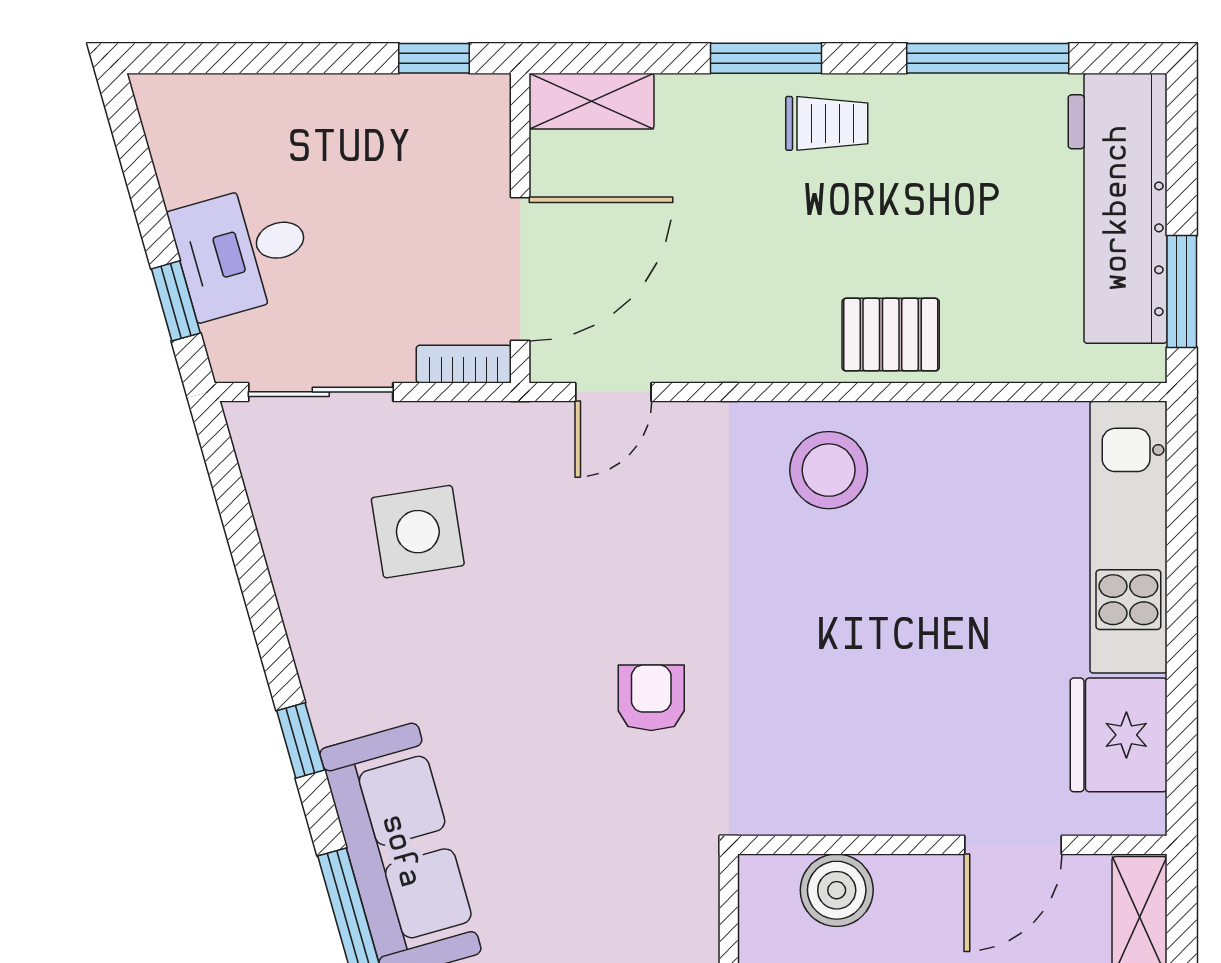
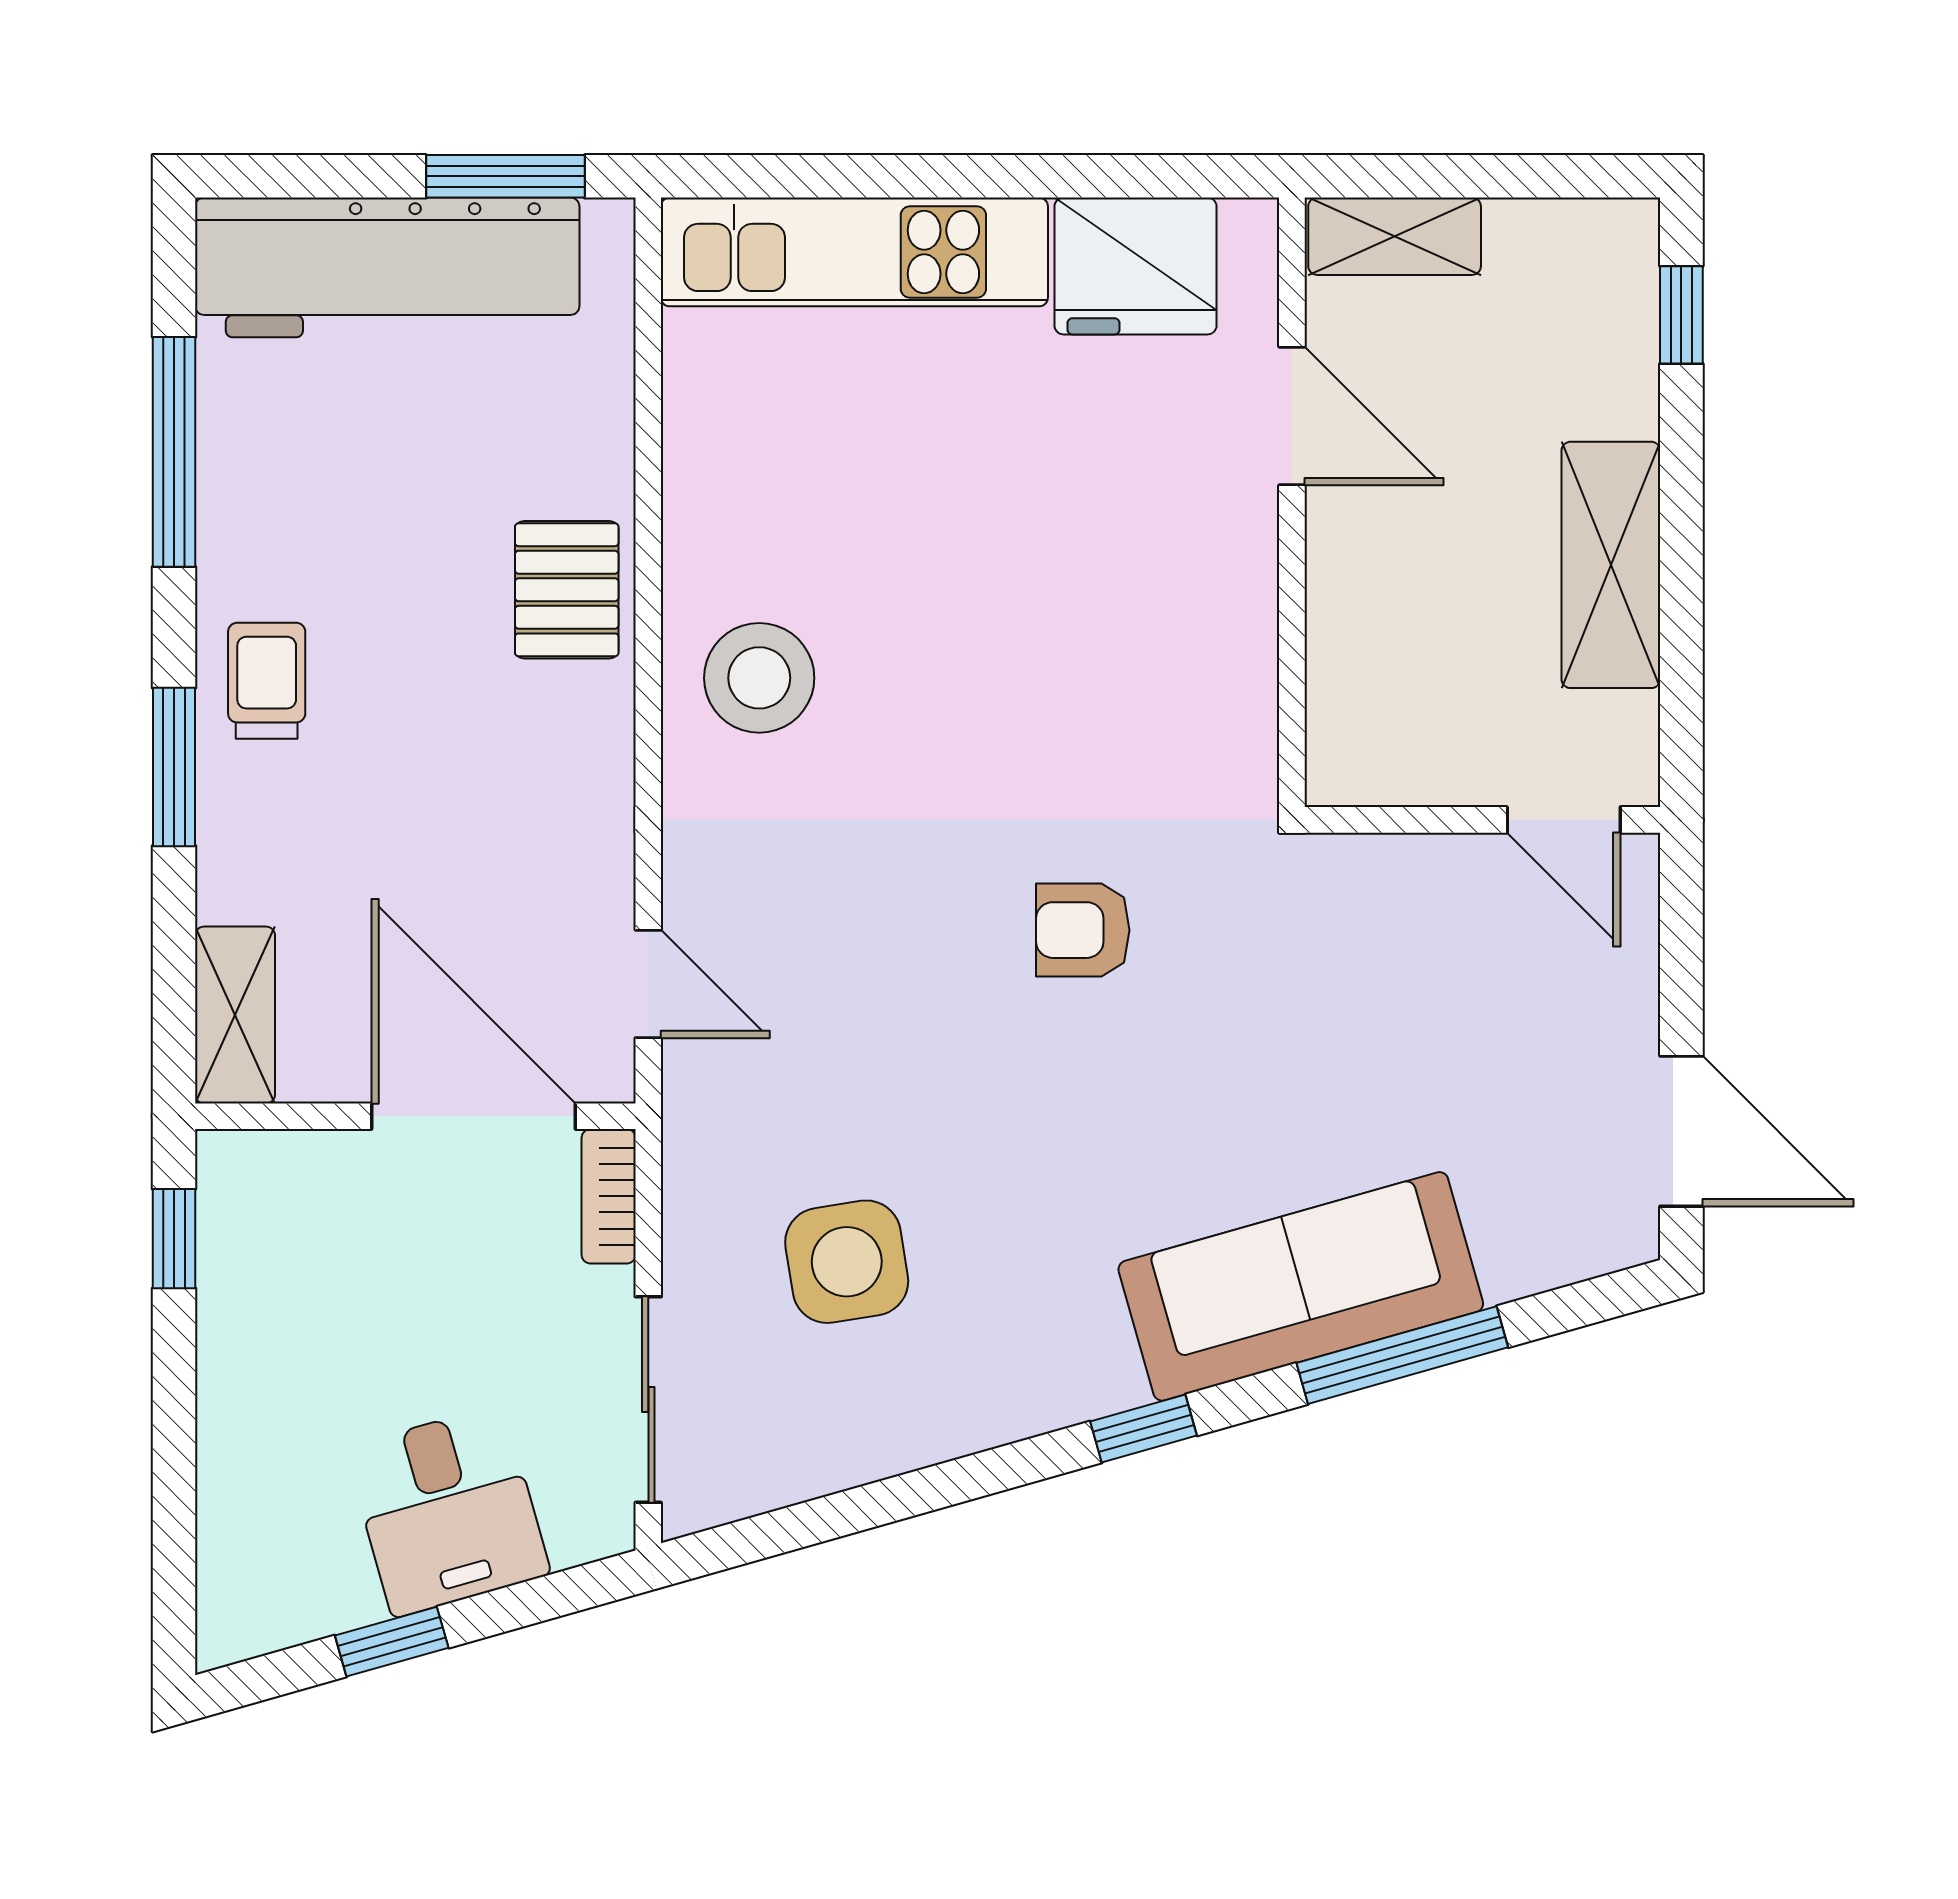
window: (176, 301) -> (392, 1642), moved
boiler: (837, 890) -> (1356, 666), removed

